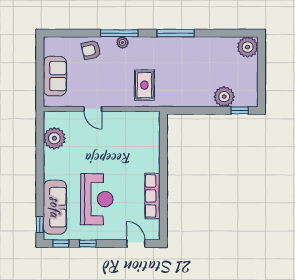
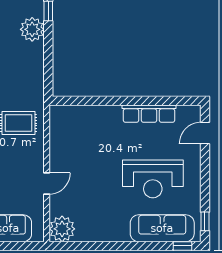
plant: (54, 138) -> (62, 229), moved
reception desk: (97, 199) -> (153, 179), turned 180
window: (88, 244) -> (205, 190), removed

